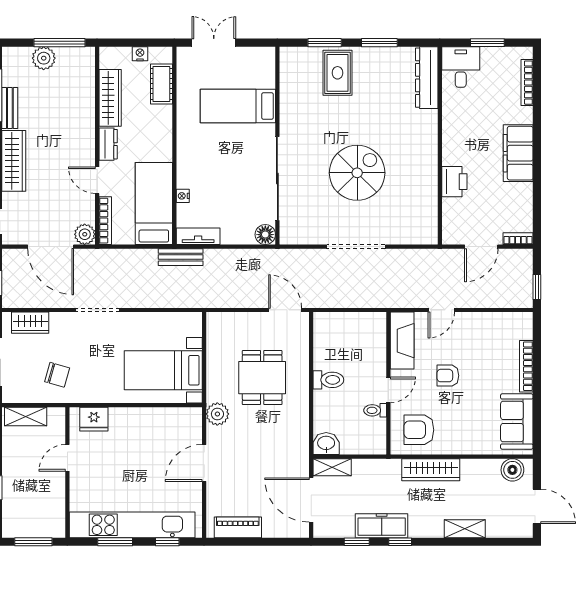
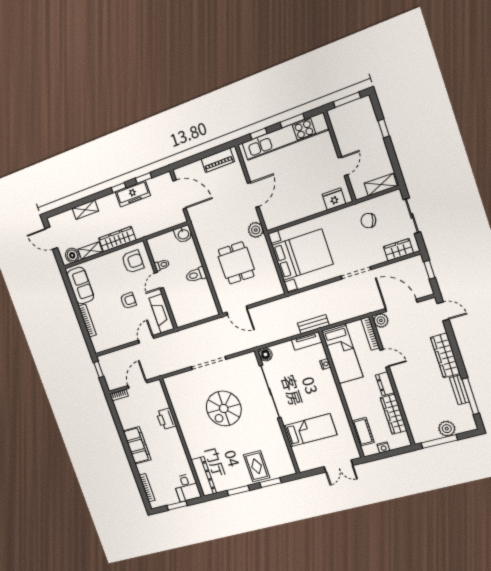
bed with nightstands: (163, 370) -> (302, 255), width x1.36
shelving: (332, 467) -> (90, 251), moved

